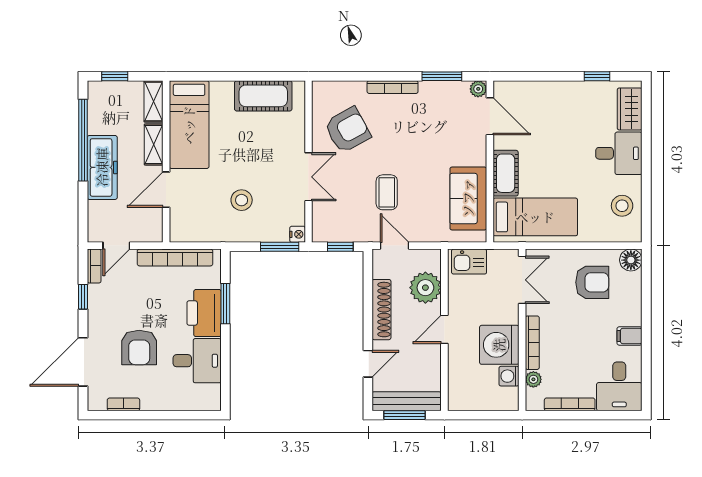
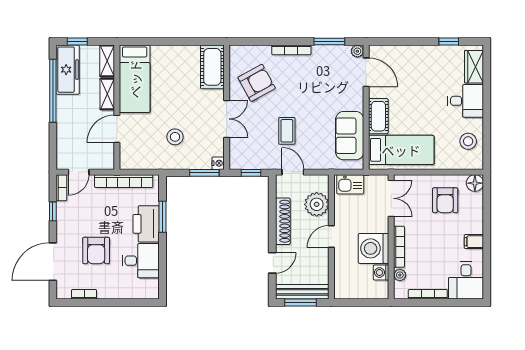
cot: (263, 96) -> (212, 67), moved, turned 90
freezer: (102, 167) -> (68, 70), moved
armchair: (592, 282) -> (445, 200), turned 90

